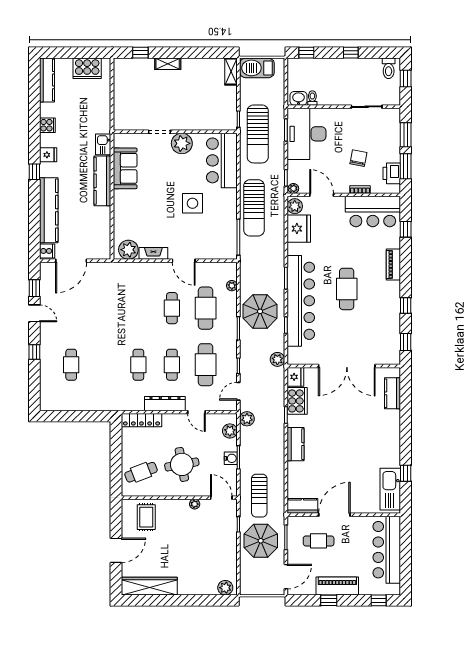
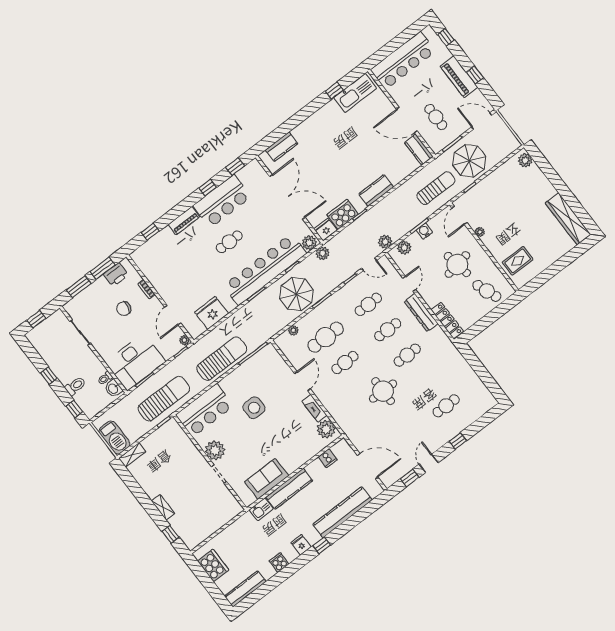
toilet: (389, 68) -> (75, 386), moved
plant: (295, 206) -> (309, 243), moved
bar counter: (373, 212) -> (222, 201), moved, turned 90
cooker: (47, 251) -> (328, 458), moved, turned 180
cafe table: (347, 289) -> (229, 242), width x0.73, depth x0.74
round table: (124, 322) -> (383, 391), added
cafe table: (206, 365) -> (368, 304), width x0.73, depth x0.74
door: (116, 550) -> (560, 264), removed

